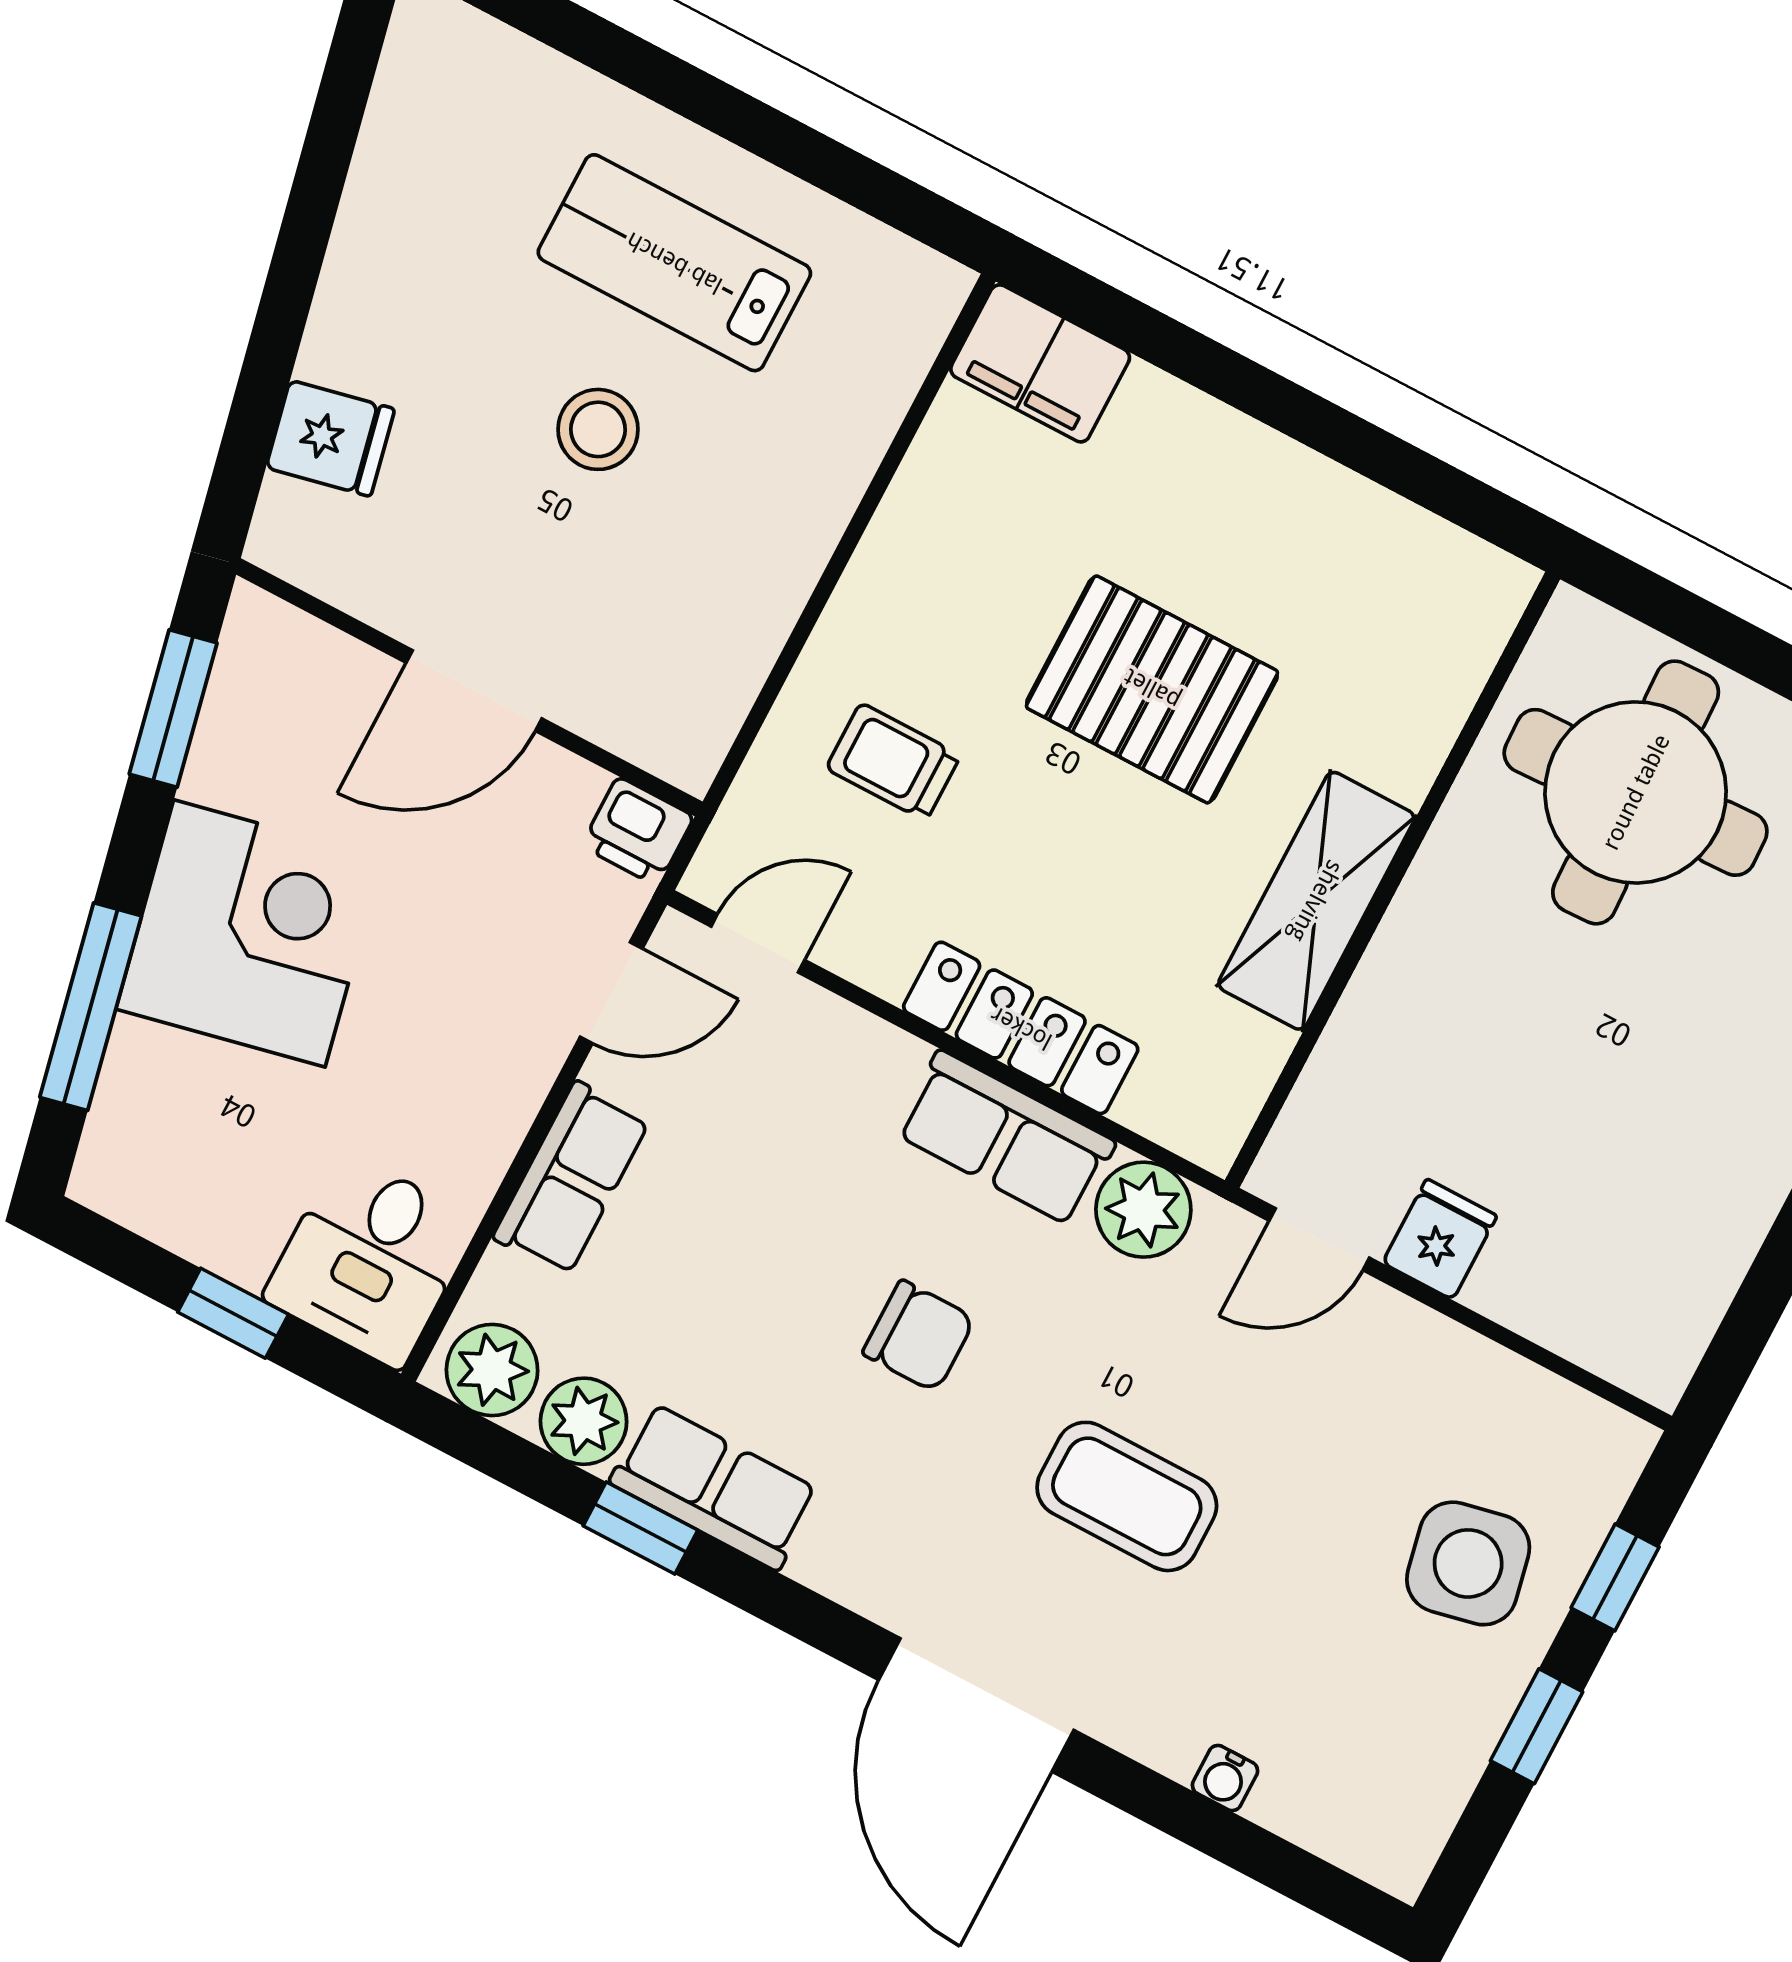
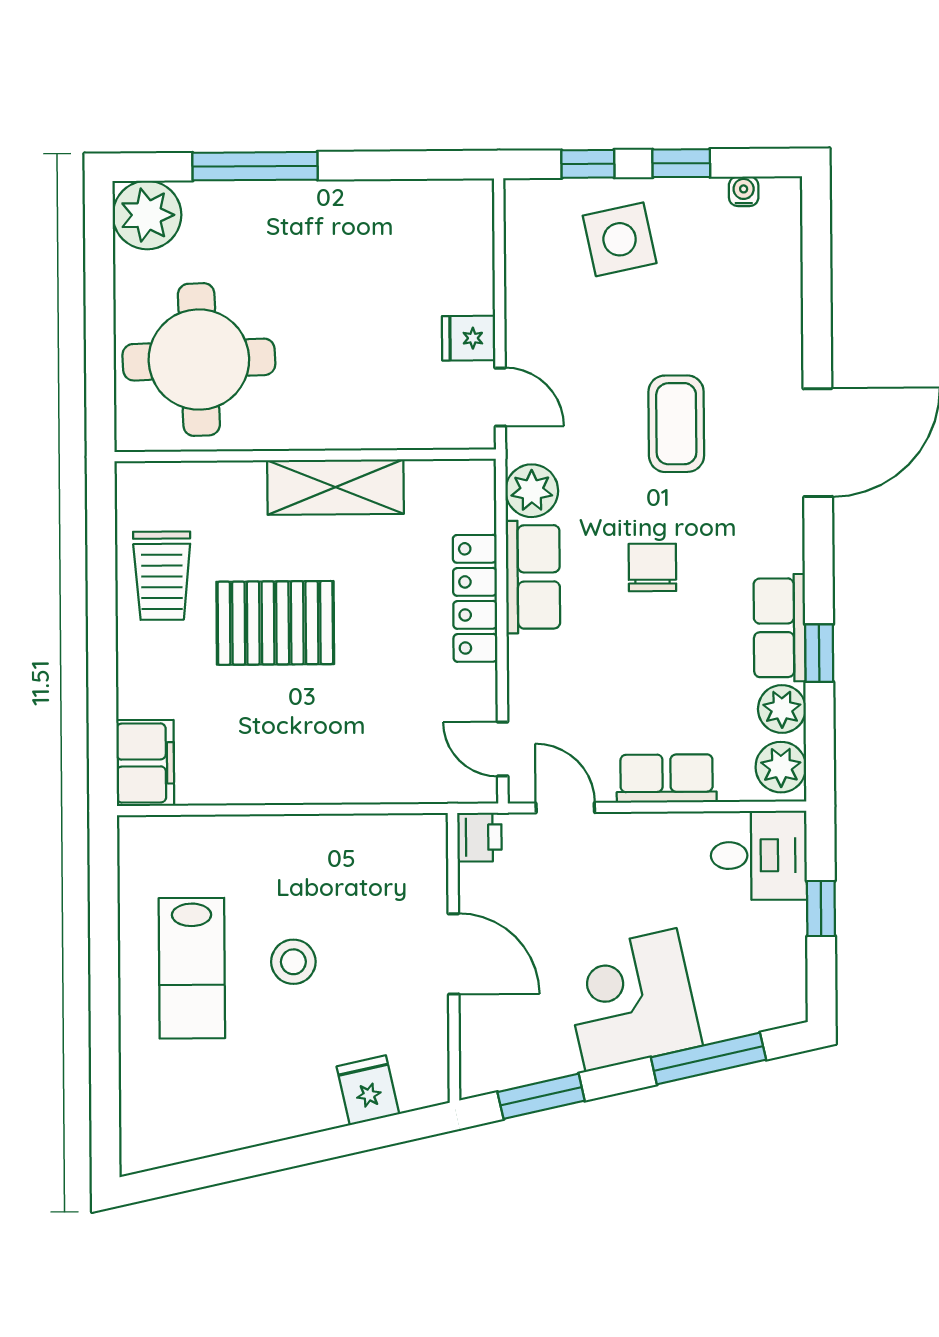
pallet: (1152, 689) -> (275, 623), turned 90
trolley: (893, 762) -> (162, 576), moved, width x1.36, depth x1.39
water cooler: (1225, 1778) -> (744, 191), moved, turned -90

